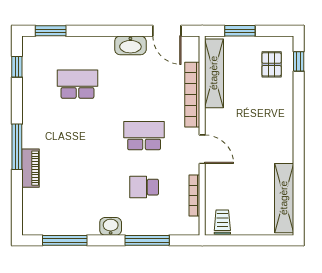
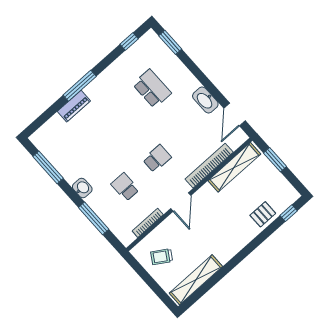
pallet: (272, 64) -> (263, 214), moved
school desk: (144, 136) -> (157, 158), width x0.54
trolley: (222, 222) -> (162, 257), moved, turned -148

